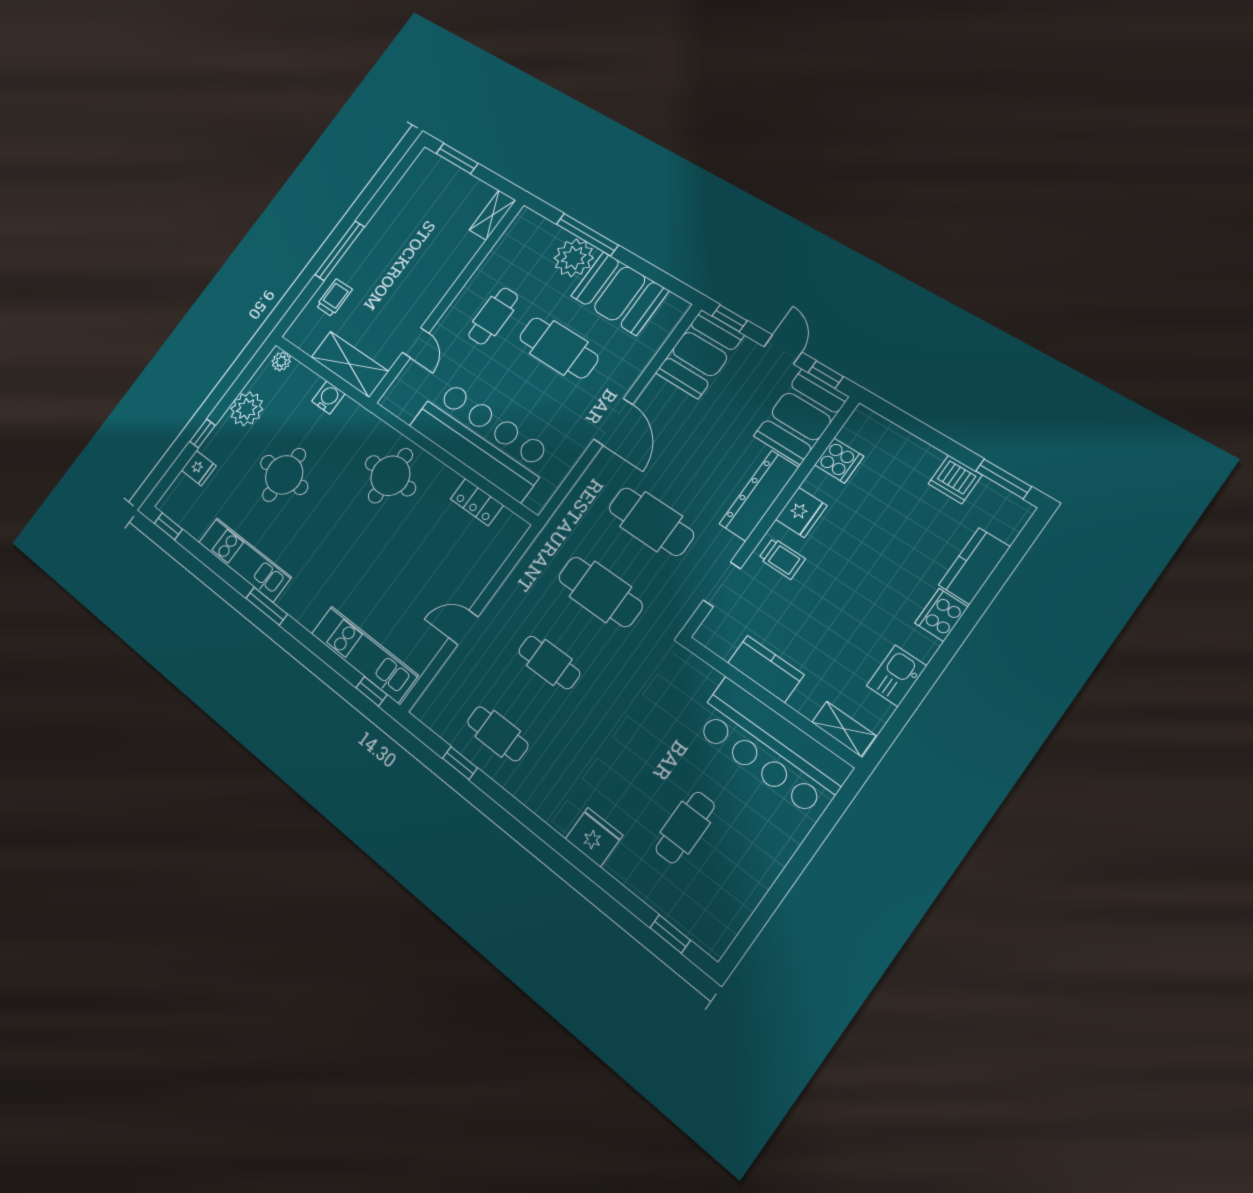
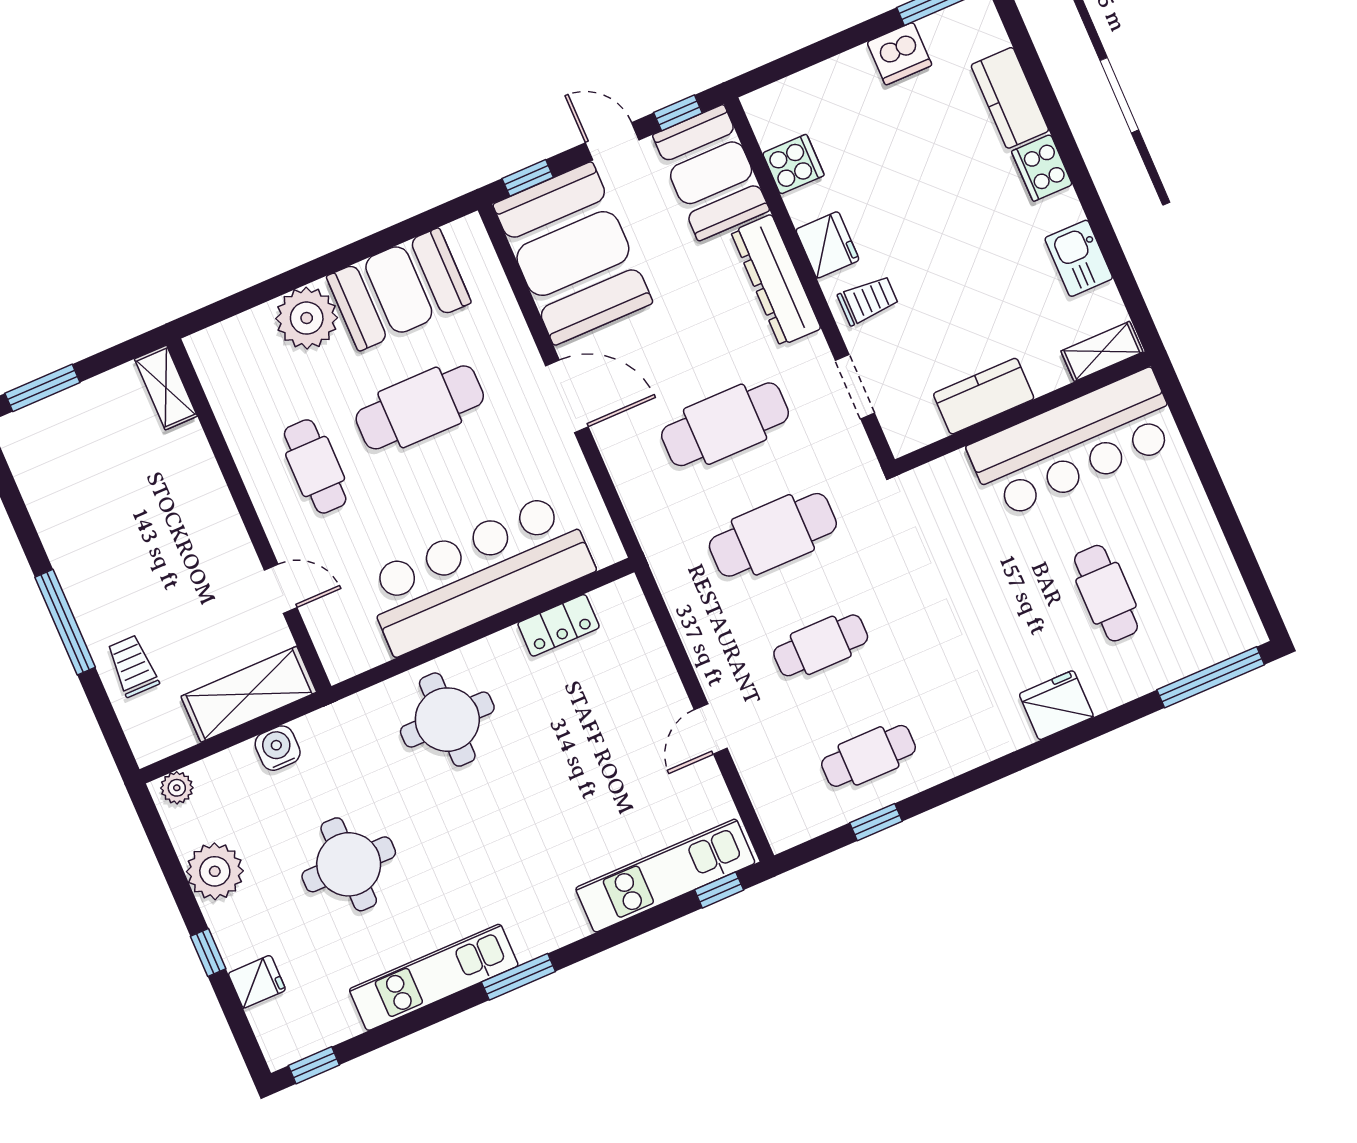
window: (587, 235) -> (286, 283), removed
booth: (700, 354) -> (573, 254), width x1.36, depth x1.42
window: (670, 934) -> (1211, 677), width x2.17

